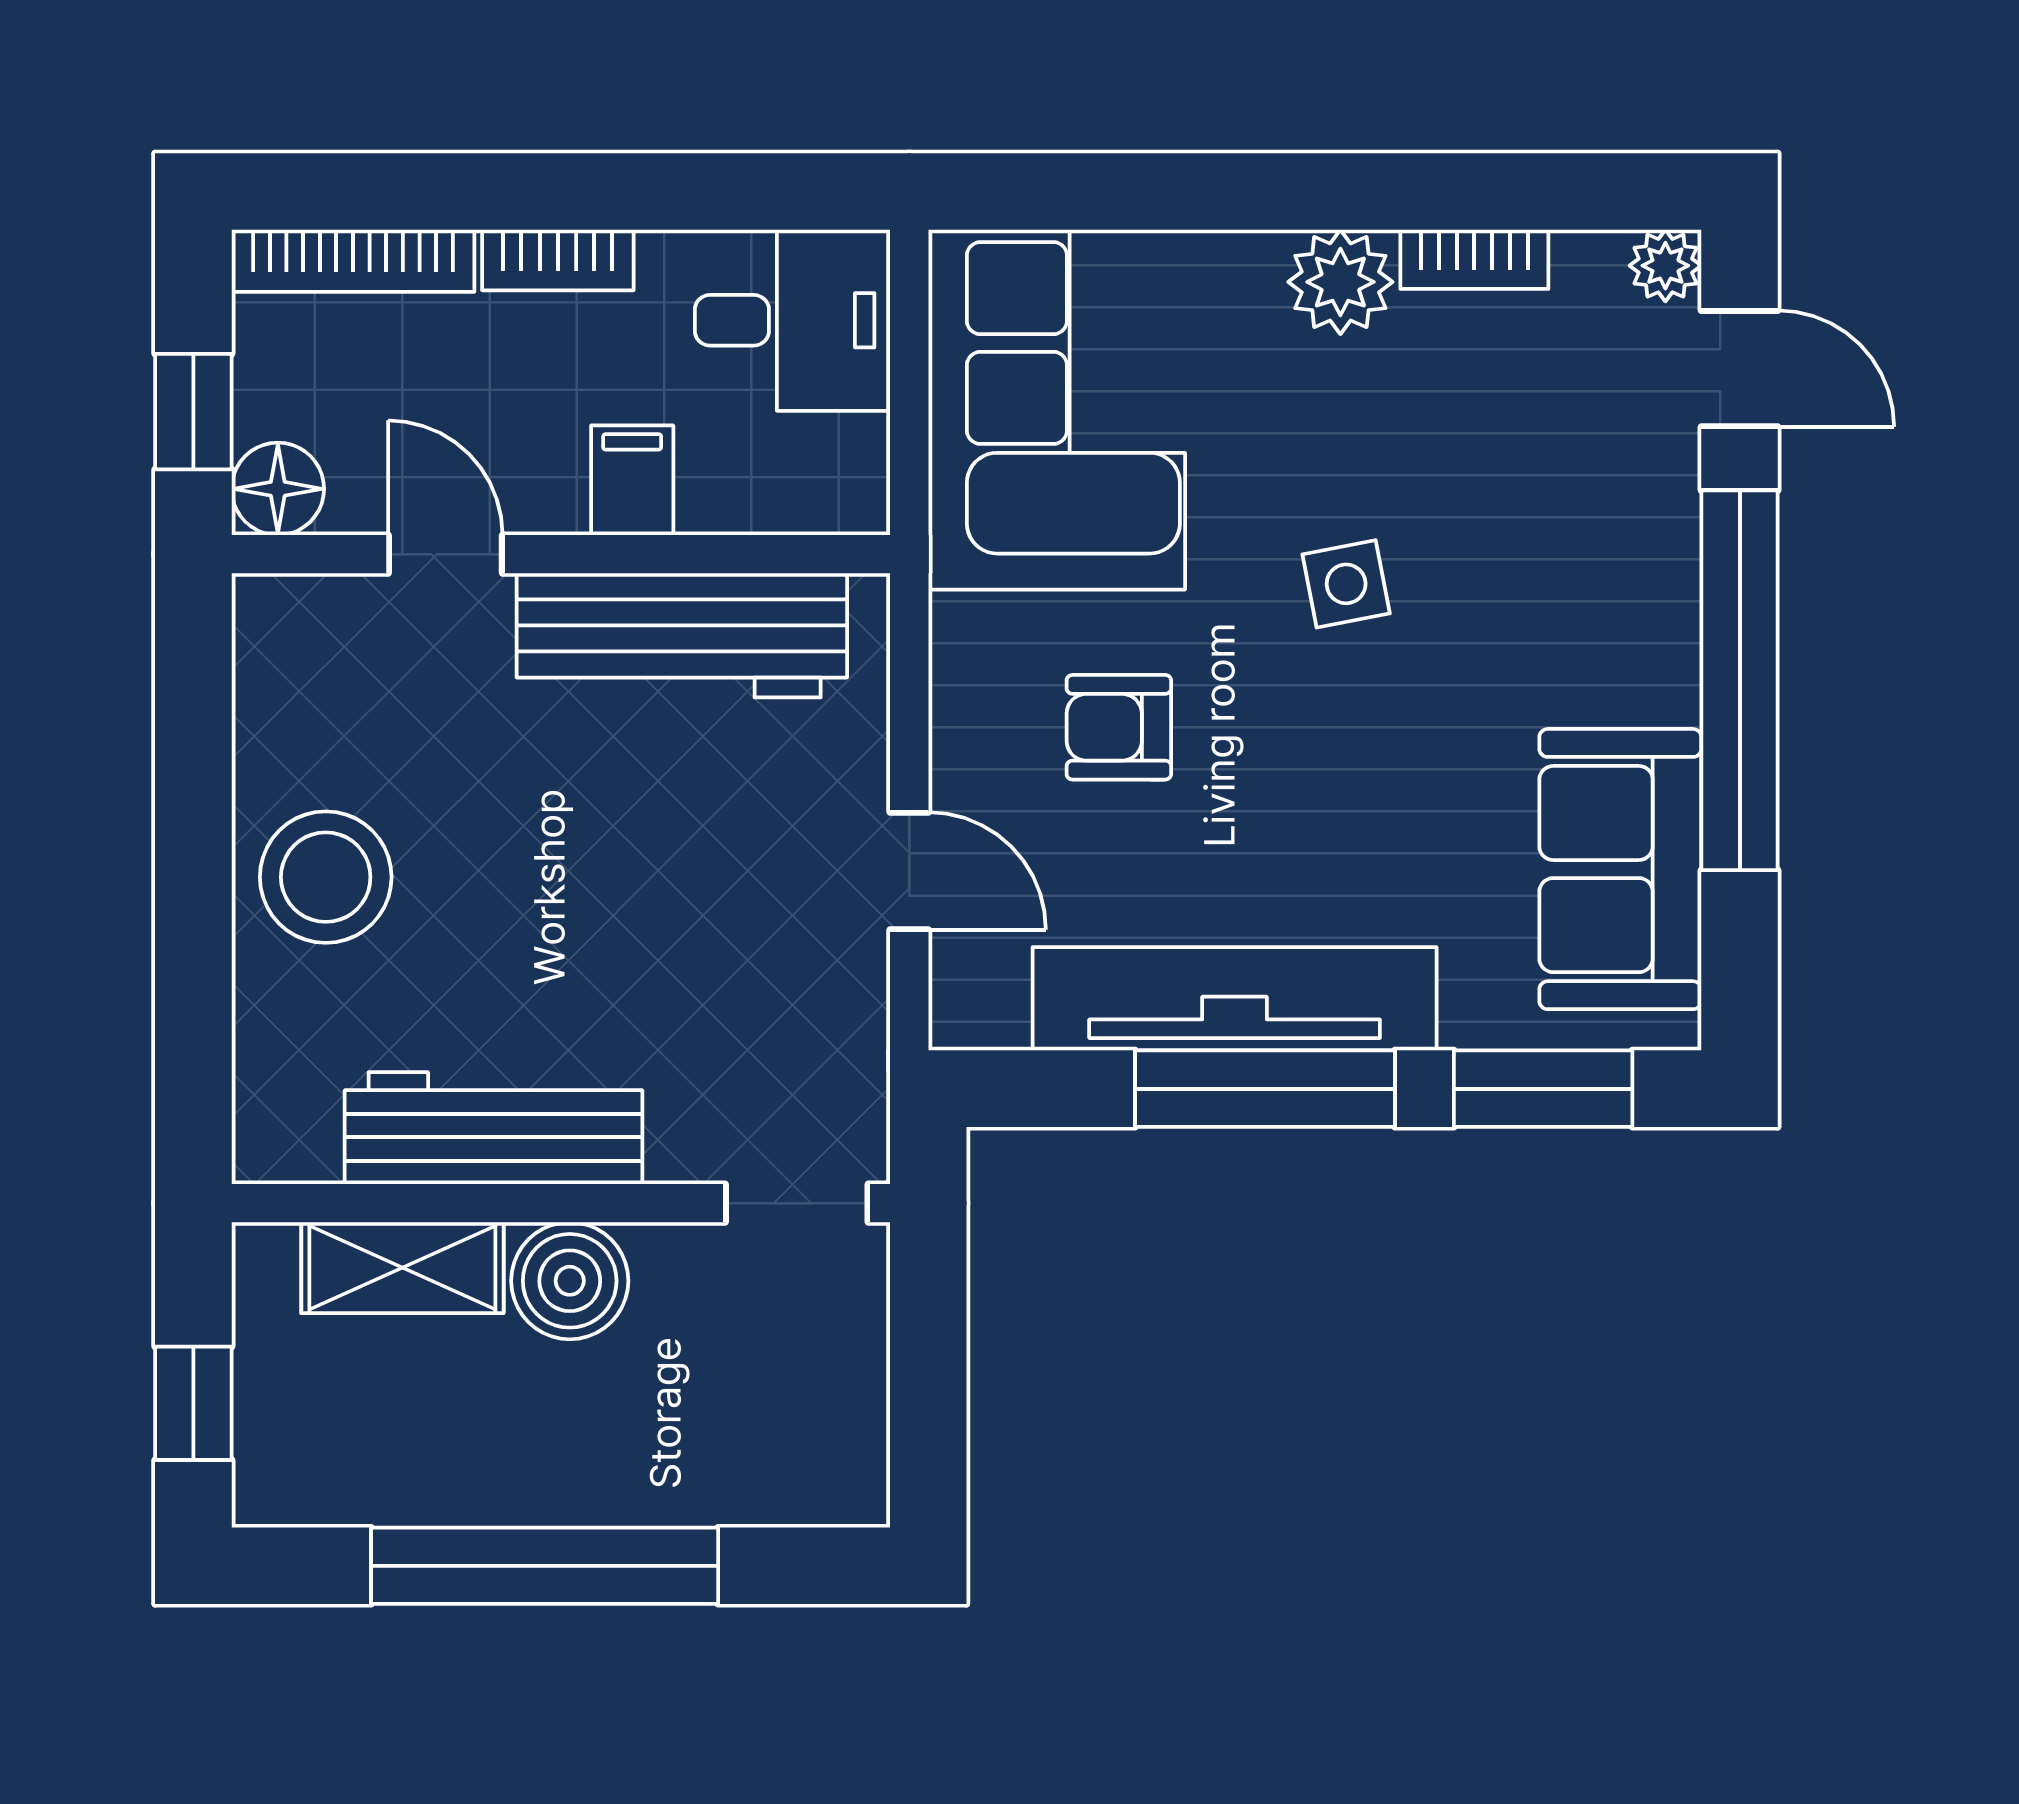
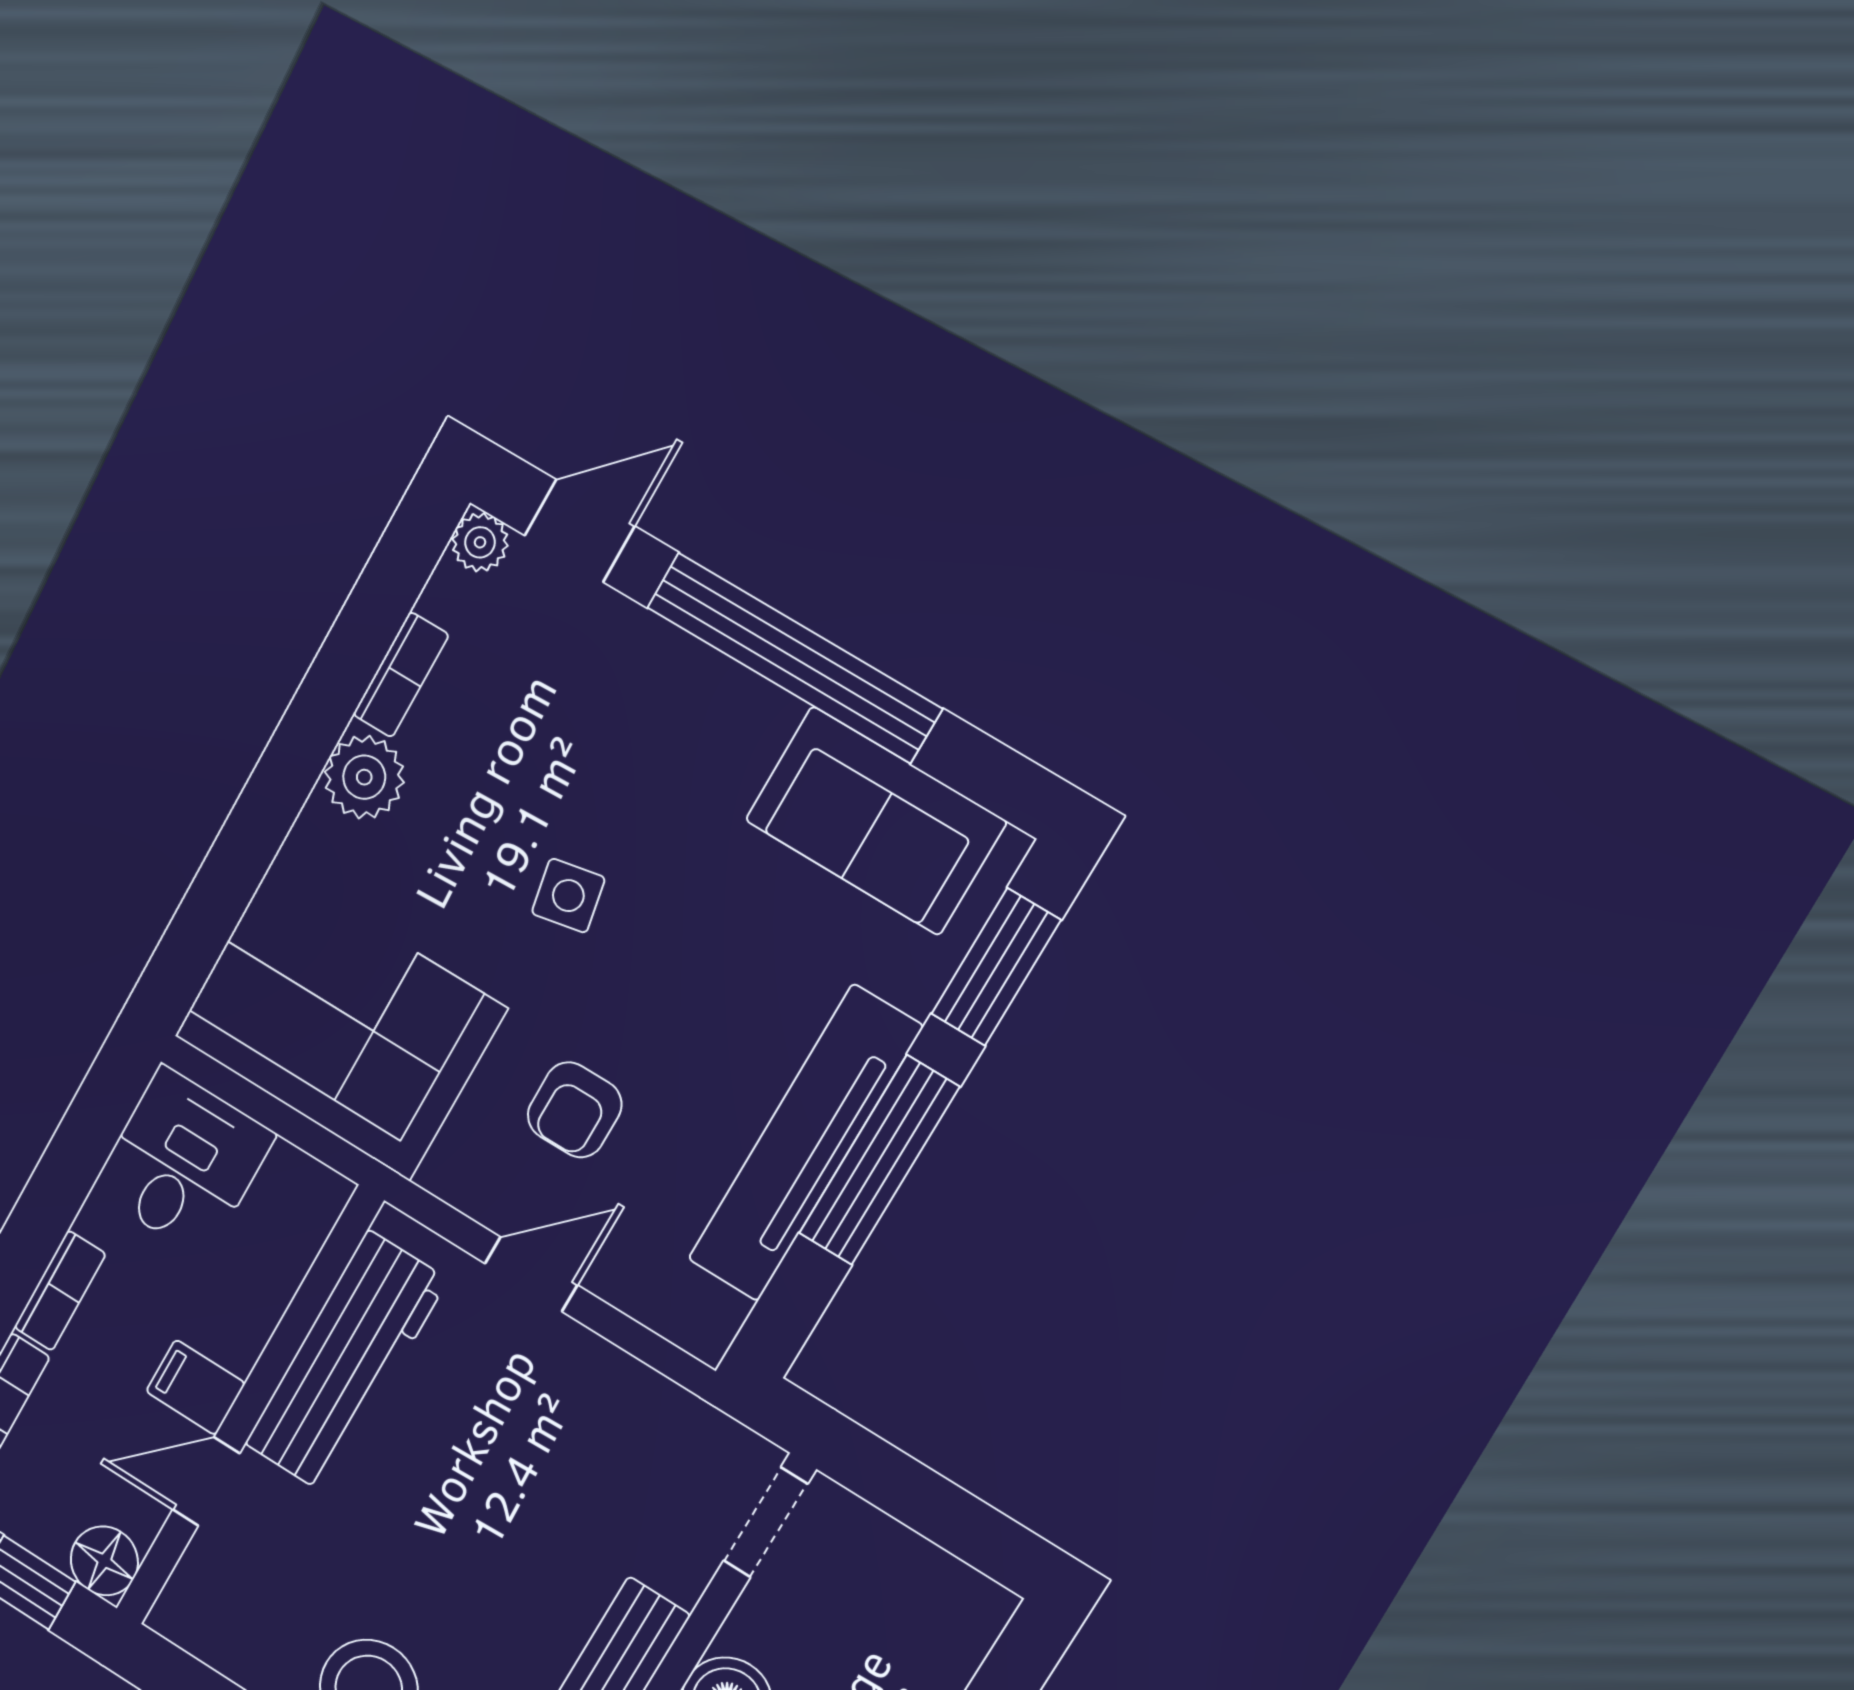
filing cabinet: (632, 480) -> (196, 1387), moved
door: (909, 871) -> (531, 1274), moved

